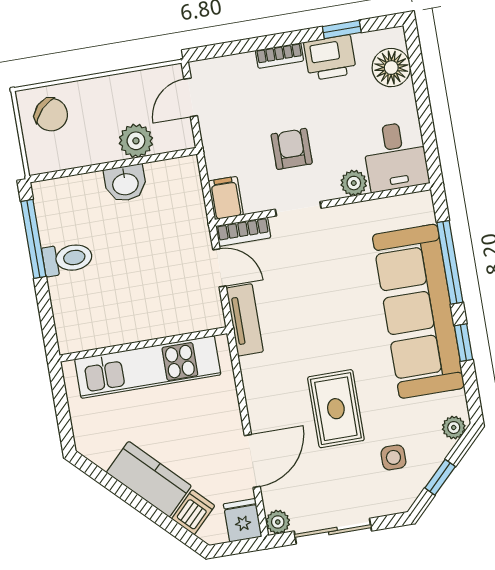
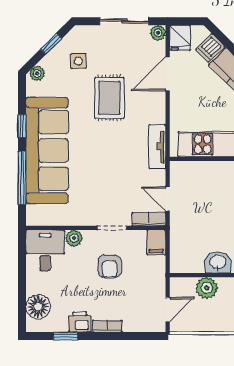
printer: (330, 58) -> (80, 322), width x0.73, depth x0.81
tv unit: (245, 320) -> (157, 147), moved

